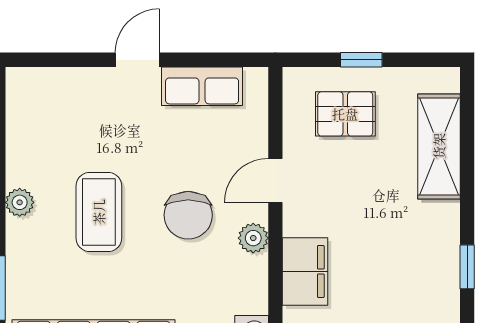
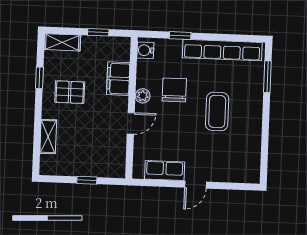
pallet: (345, 114) -> (70, 92), moved
shelving: (439, 146) -> (48, 137), width x0.67, depth x0.75
plant: (20, 202) -> (255, 118), removed
chair: (188, 215) -> (174, 90), moved

